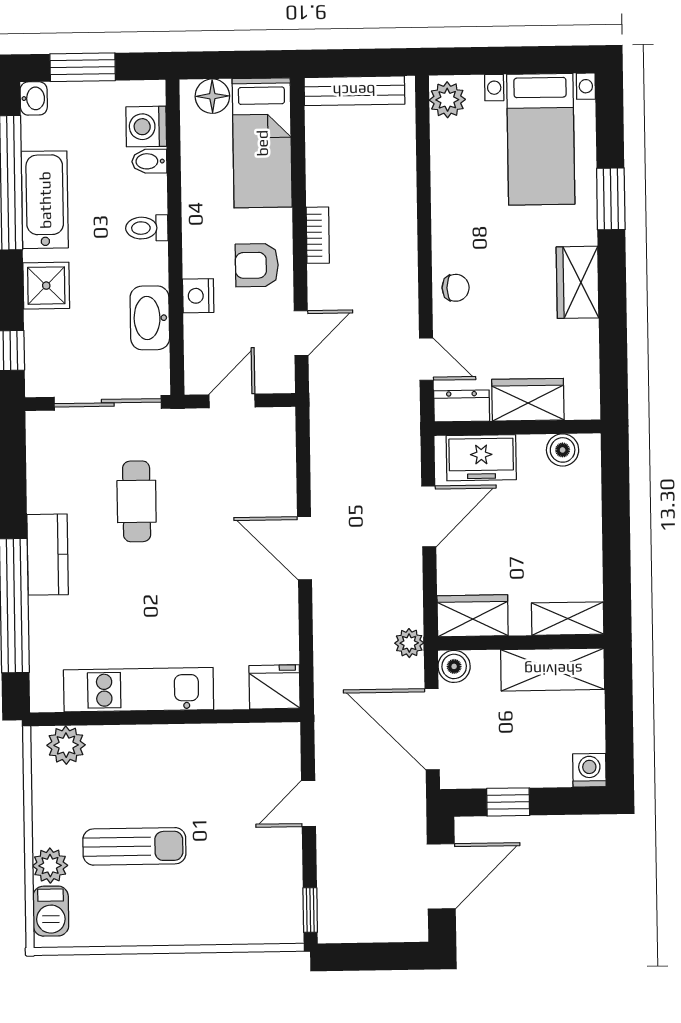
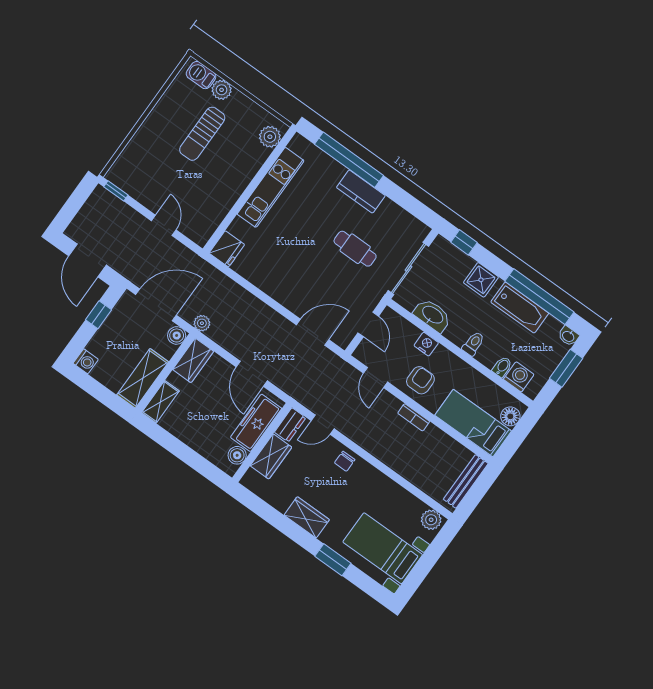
freezer: (481, 458) -> (256, 423), width x1.40
door: (305, 548) -> (313, 332), moved

